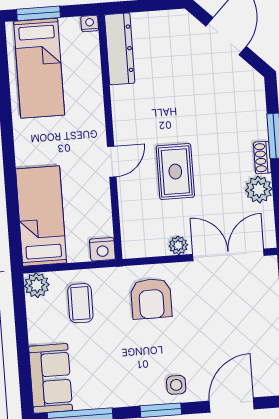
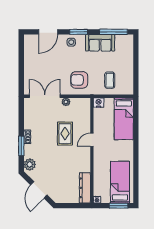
plant: (259, 190) -> (30, 164), moved
double door: (228, 255) -> (45, 96), swing flipped
plant: (37, 285) -> (128, 89), removed
armchair: (151, 299) -> (79, 80), turned -90
sofa: (51, 378) -> (100, 43), moved, turned -90

